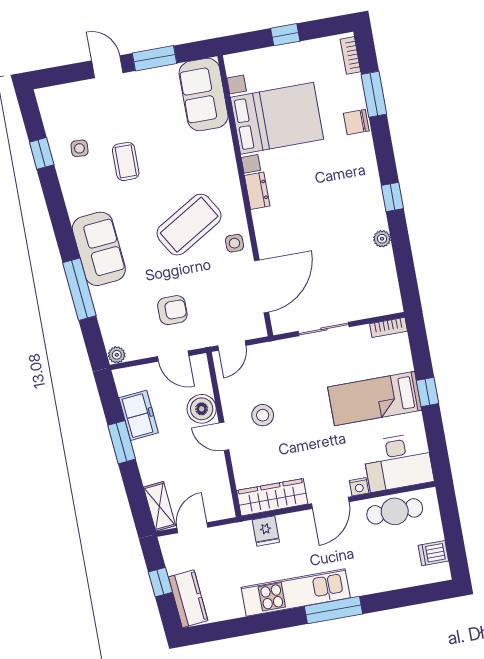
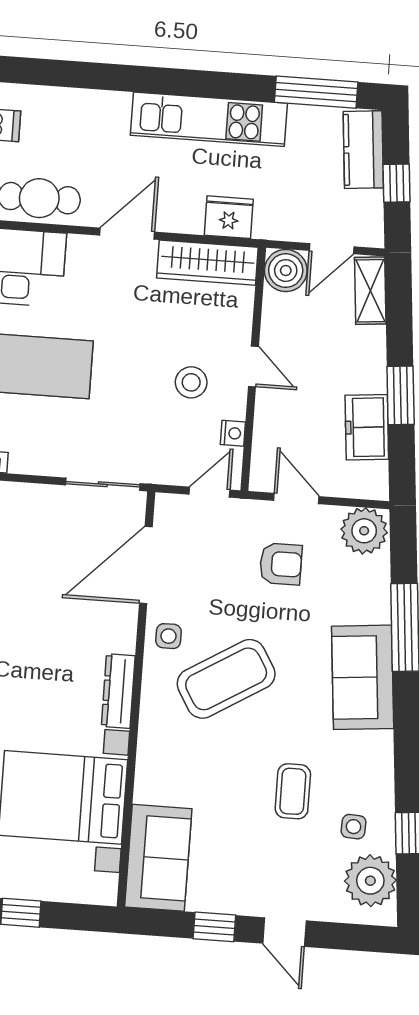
window: (155, 58) -> (214, 927), width x0.67
plant: (59, 115) -> (370, 881), added
dresser: (257, 191) -> (118, 691), width x1.44
armchair: (172, 310) -> (281, 564), turned 180
sliding door: (324, 329) -> (103, 484), moved
plant: (117, 355) -> (364, 531), width x1.88, depth x1.88
boiler: (202, 409) -> (286, 271), moved
nightstand: (359, 487) -> (233, 433), moved, turned 90
fridge: (266, 531) -> (229, 217), width x1.38
window: (333, 610) -> (316, 92), moved

